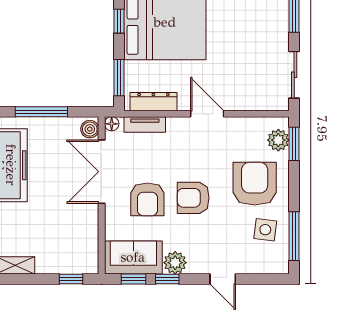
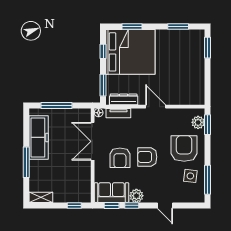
sliding door: (294, 75) -> (208, 83), removed
boiler: (90, 129) -> (85, 116), removed

